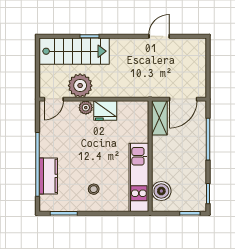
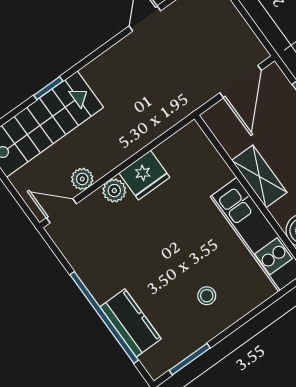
plant: (80, 86) -> (82, 179), width x0.53, depth x0.53
door: (54, 99) -> (61, 211), swing flipped
shelving: (159, 118) -> (259, 176), moved

